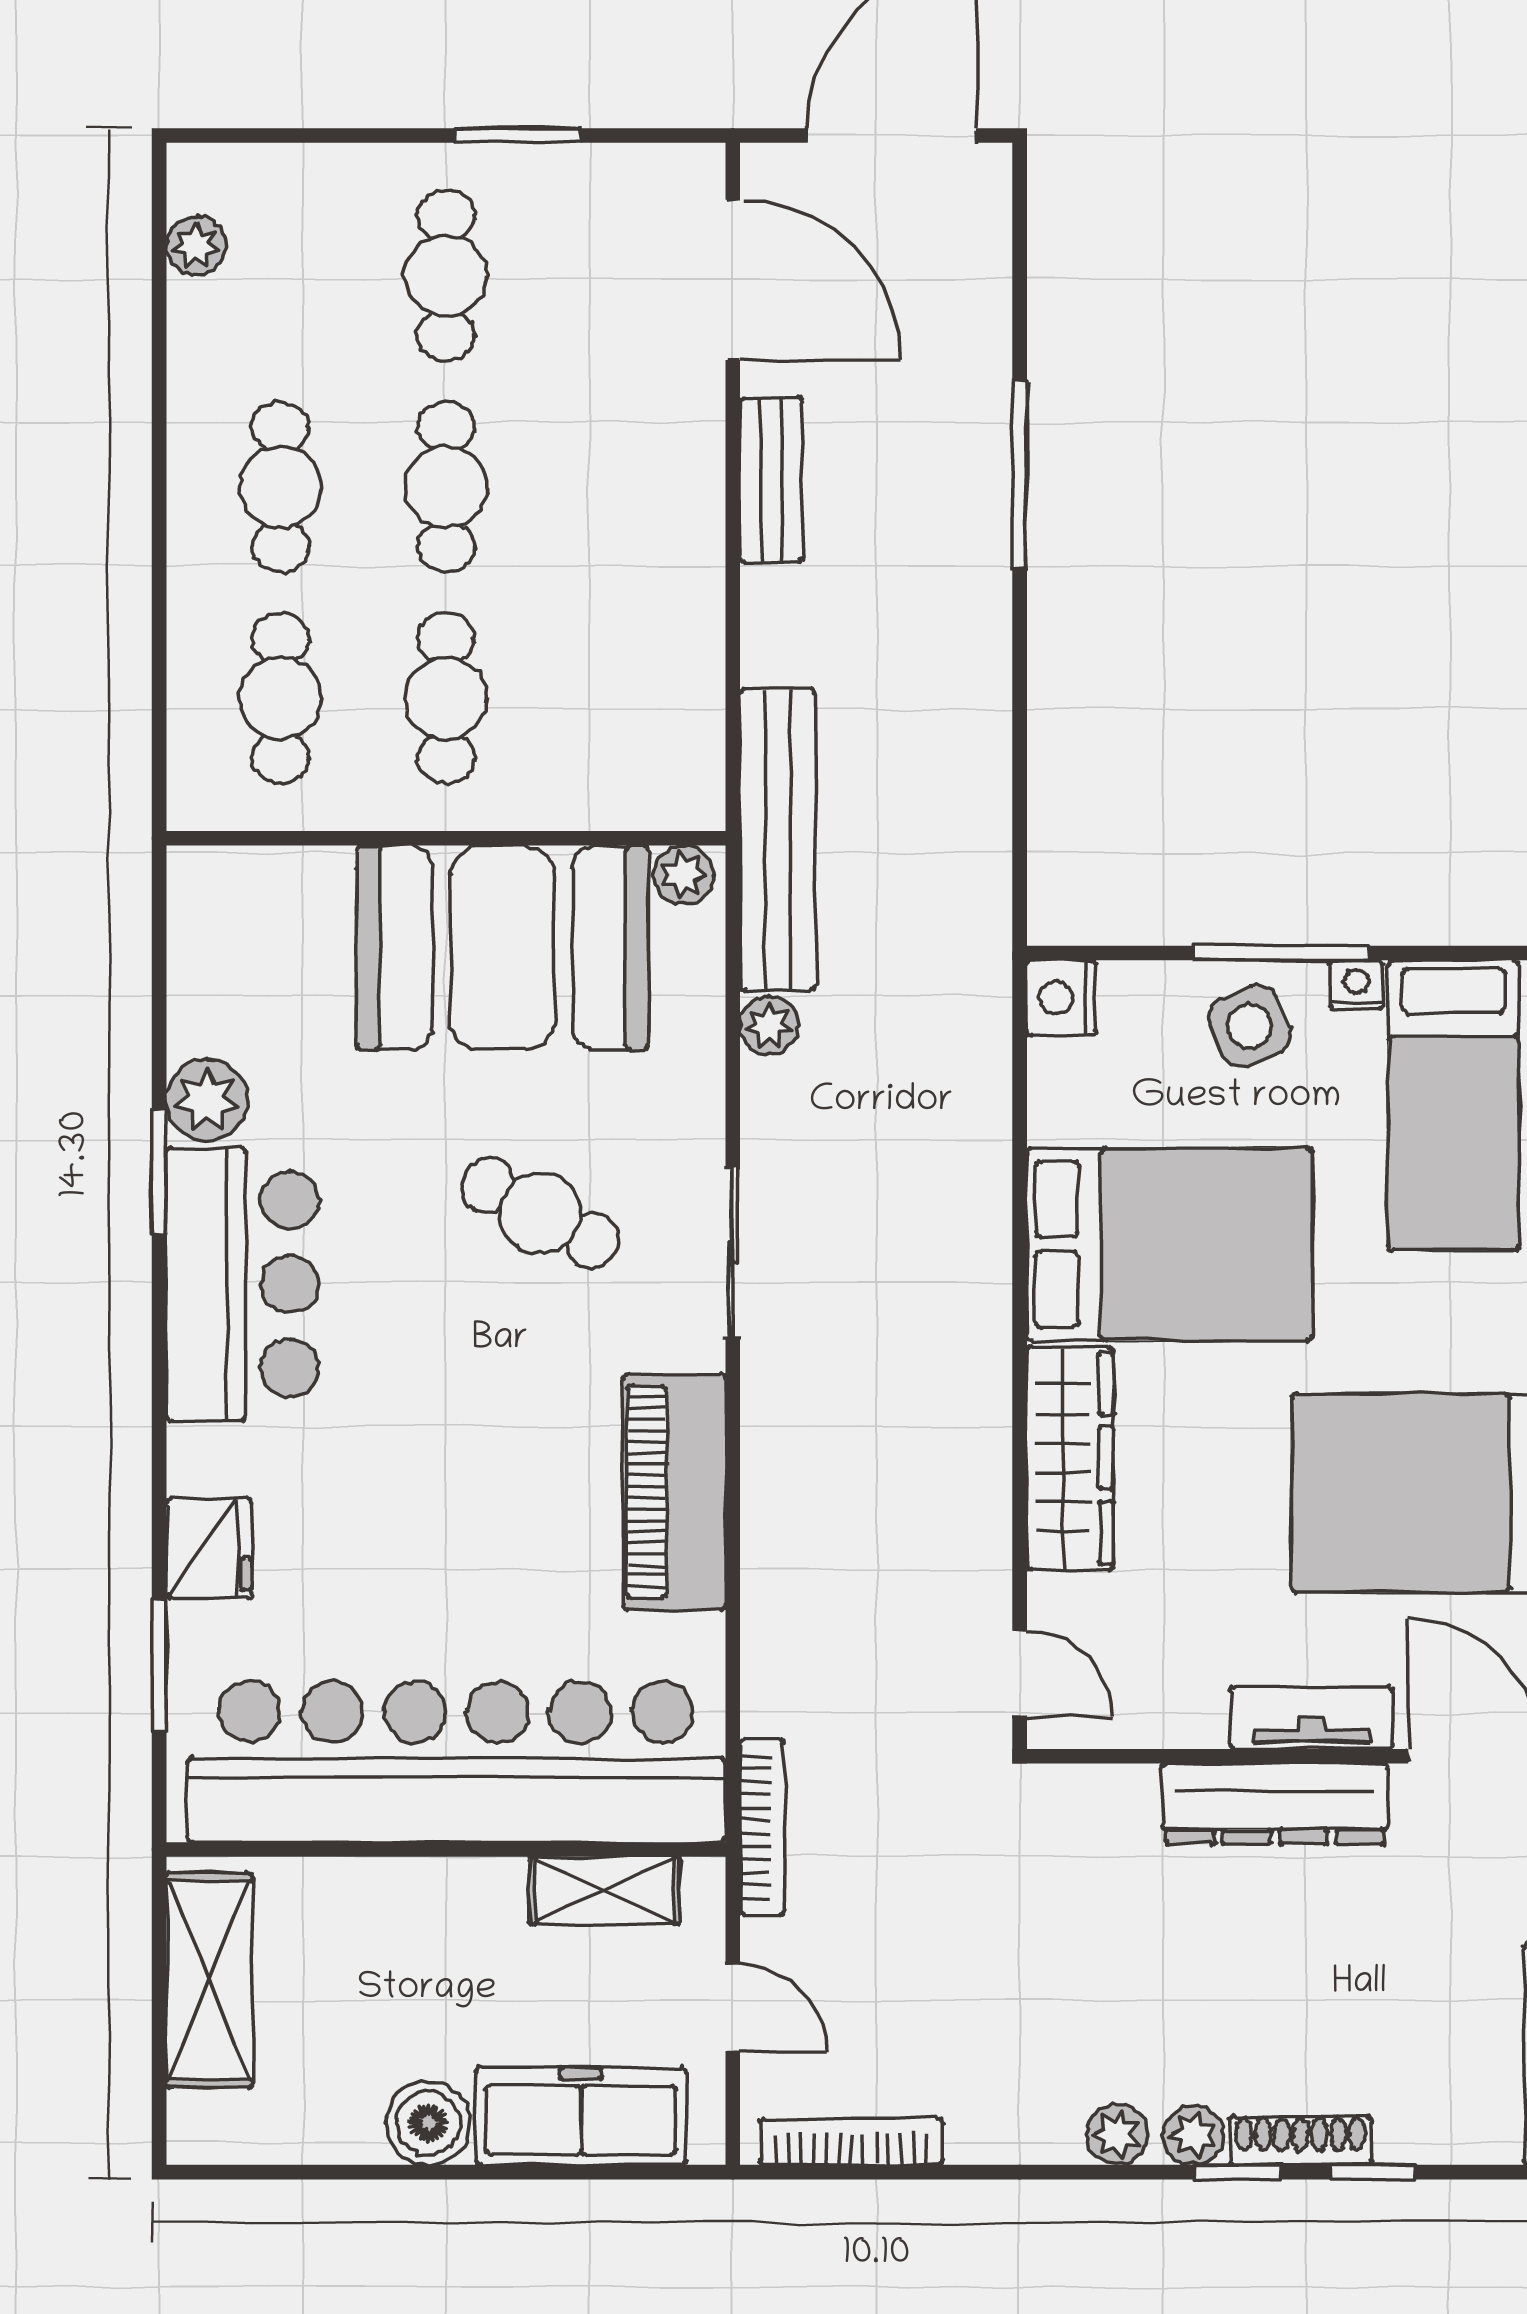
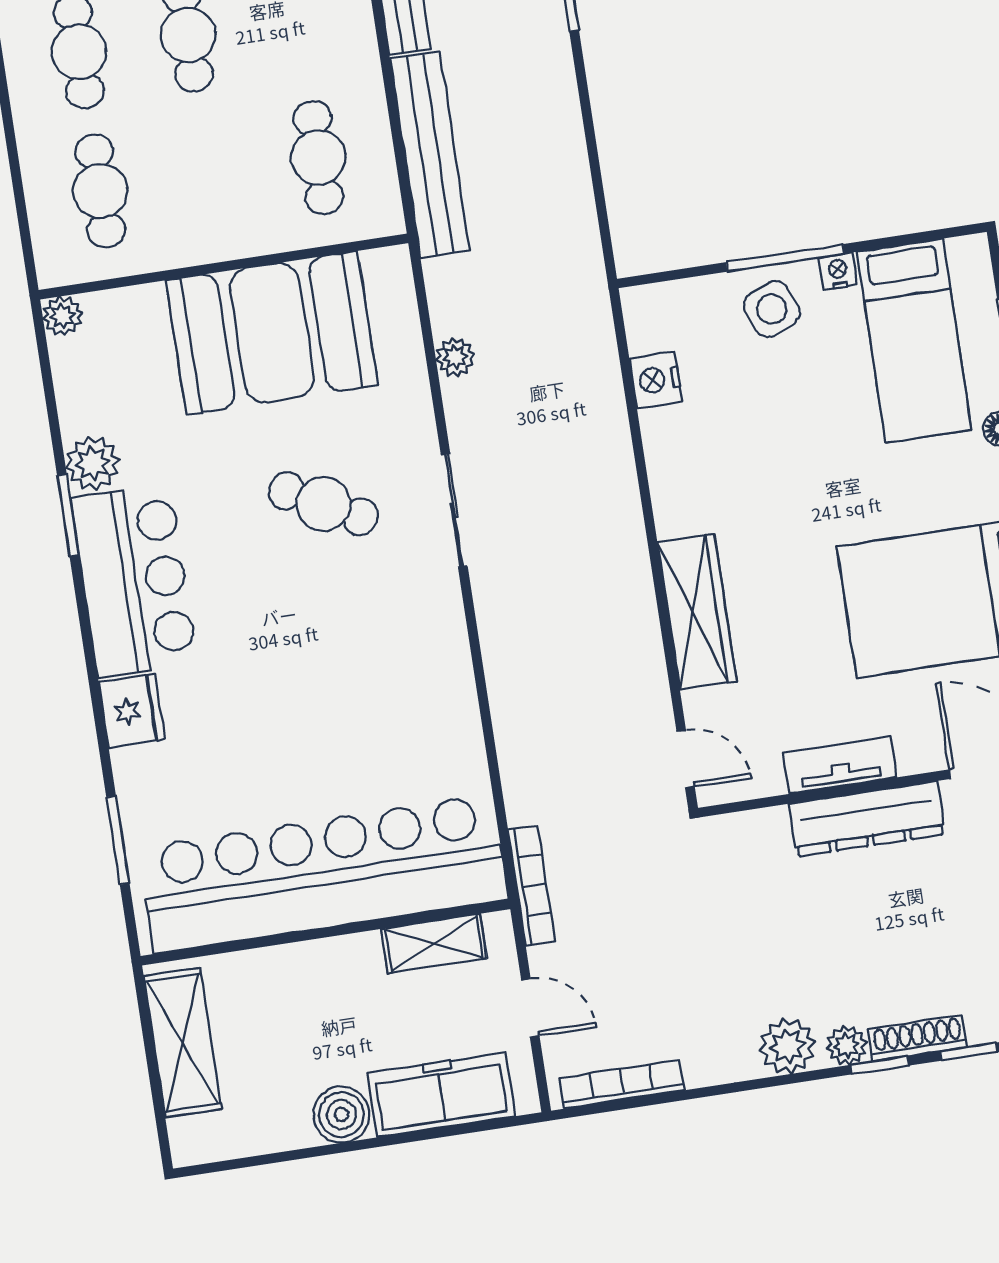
cafe table: (446, 698) -> (318, 158), moved
bench: (778, 840) -> (430, 155), moved
plant: (684, 875) -> (62, 316), moved
nightstand: (1061, 998) -> (656, 380), moved
bed: (1170, 1244) -> (741, 461), removed
piano: (674, 1492) -> (440, 674), removed
fridge: (209, 1548) -> (132, 711), moved
tv unit: (1312, 1718) -> (840, 765), moved
plant: (1117, 2134) -> (787, 1046), width x1.38, depth x1.38

